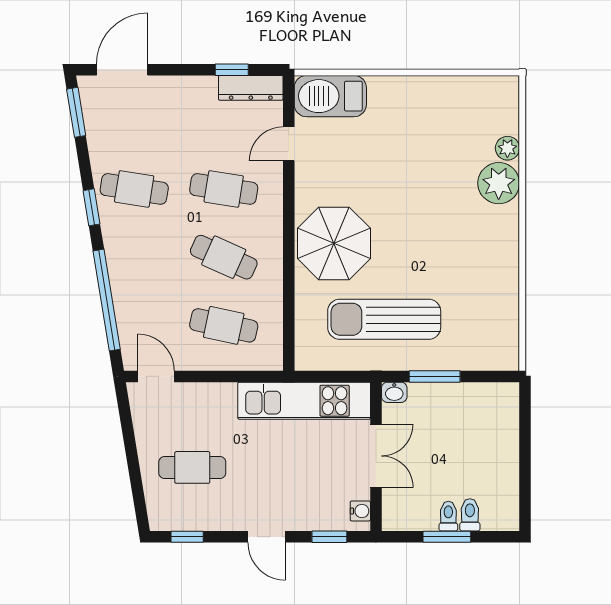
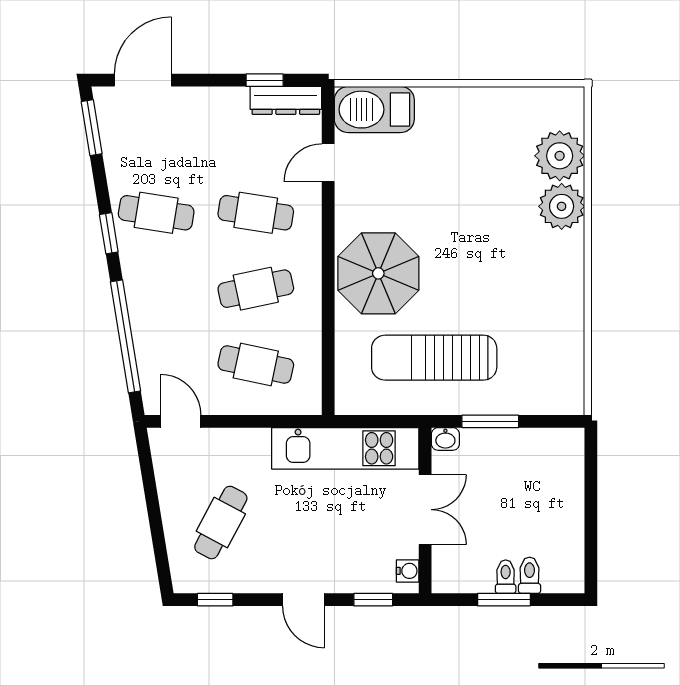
plant: (507, 148) -> (560, 156), width x1.88, depth x1.88
cafe table: (224, 257) -> (256, 289), turned -36
cafe table: (192, 467) -> (221, 523), turned -62

